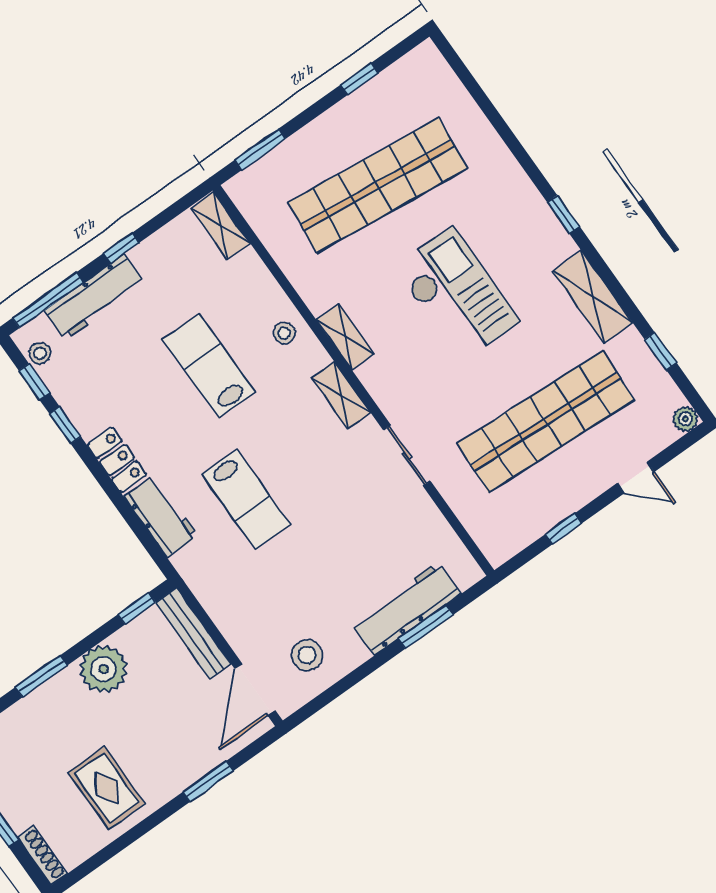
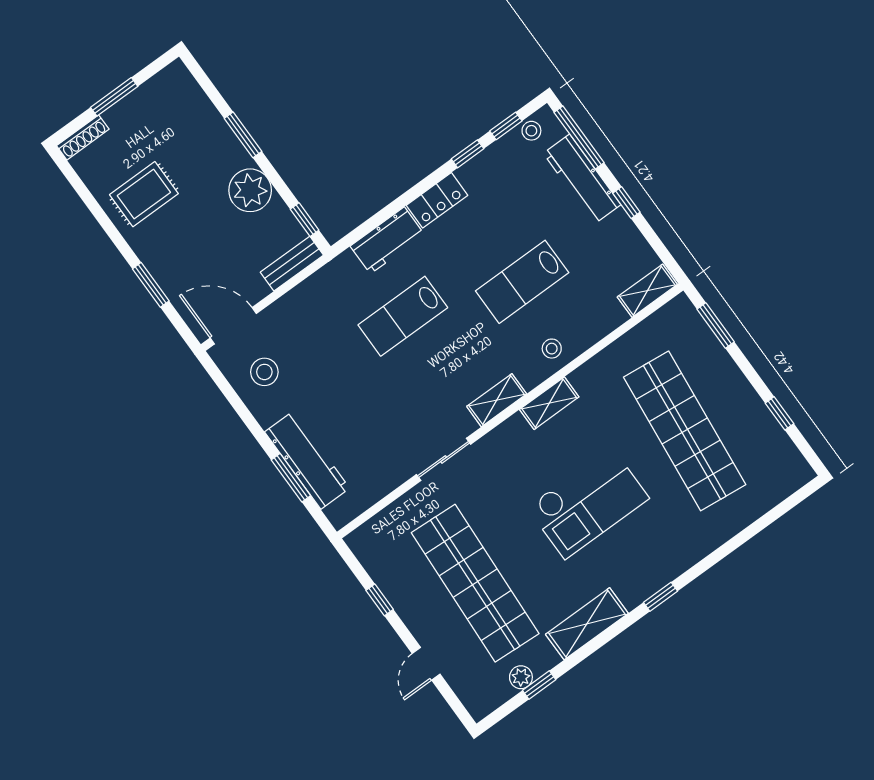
lab bench: (209, 366) -> (522, 282), turned 180
plant: (685, 419) -> (521, 677), moved
bench: (193, 633) -> (292, 264), width x0.73

